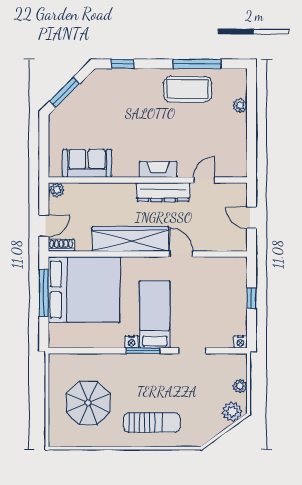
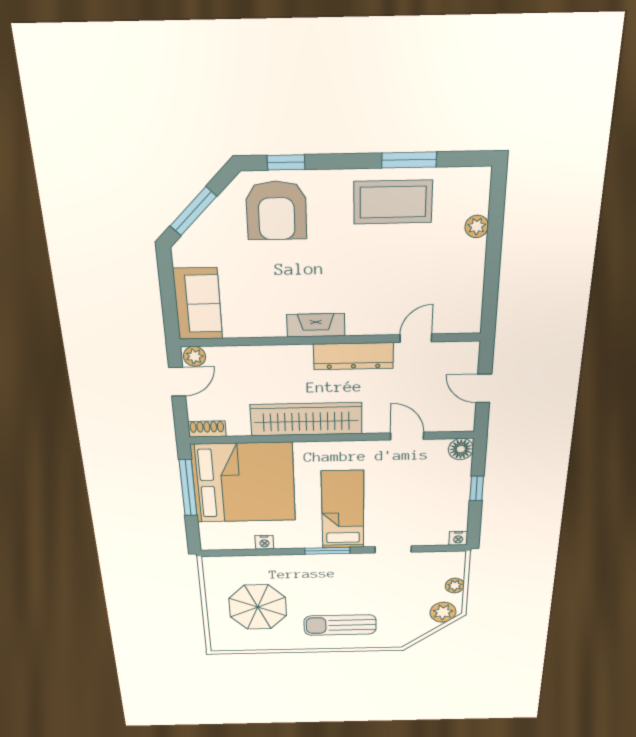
window: (197, 64) -> (409, 160), width x0.69
armchair: (116, 93) -> (276, 211), added
sofa: (87, 163) -> (198, 304), moved, turned 90
fireplace: (158, 169) -> (316, 325), moved
door: (44, 226) -> (177, 382), moved
door: (181, 254) -> (407, 436), moved
floor lamp: (238, 265) -> (461, 449), added
nightstand: (132, 342) -> (264, 542), moved
sun lounger: (152, 423) -> (340, 625), turned 180

